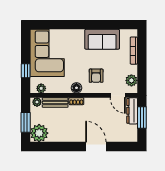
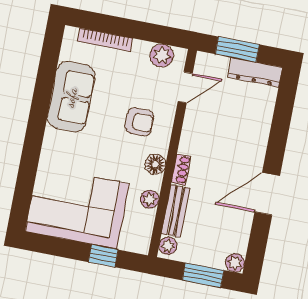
plant: (41, 88) -> (150, 199), moved
dresser: (132, 111) -> (255, 72), moved
plant: (39, 133) -> (235, 263), width x0.53, depth x0.53
door: (96, 147) -> (267, 194), moved

